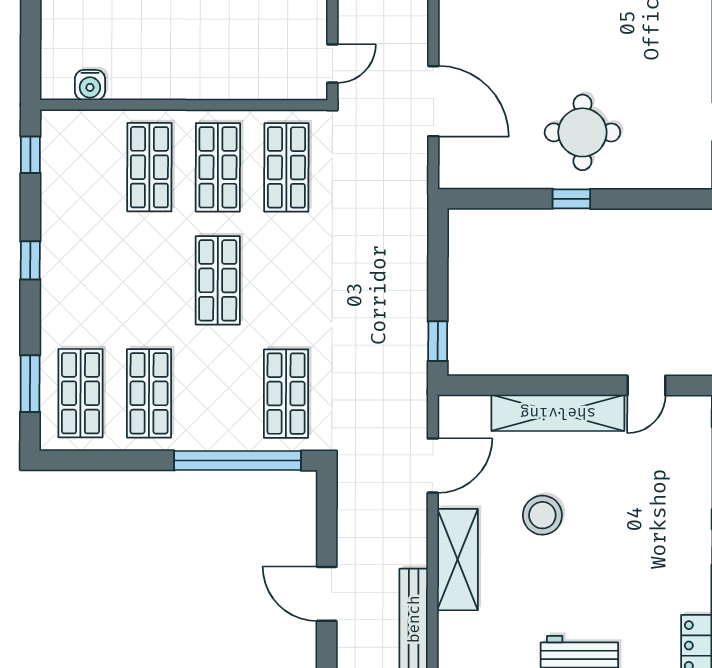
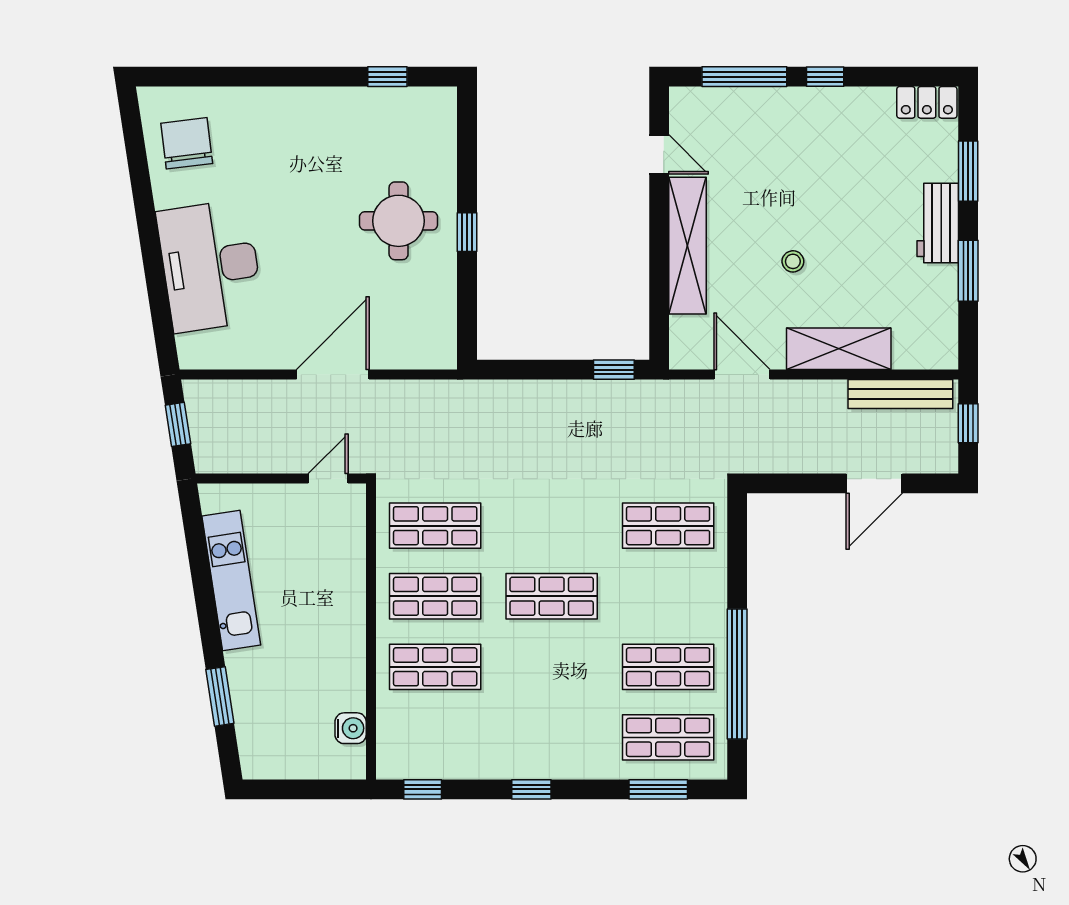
door: (332, 64) -> (328, 479), hinge flipped
door: (433, 101) -> (333, 374), moved
window: (238, 461) -> (737, 674), moved
stool: (542, 515) -> (793, 261), width x0.53, depth x0.53

